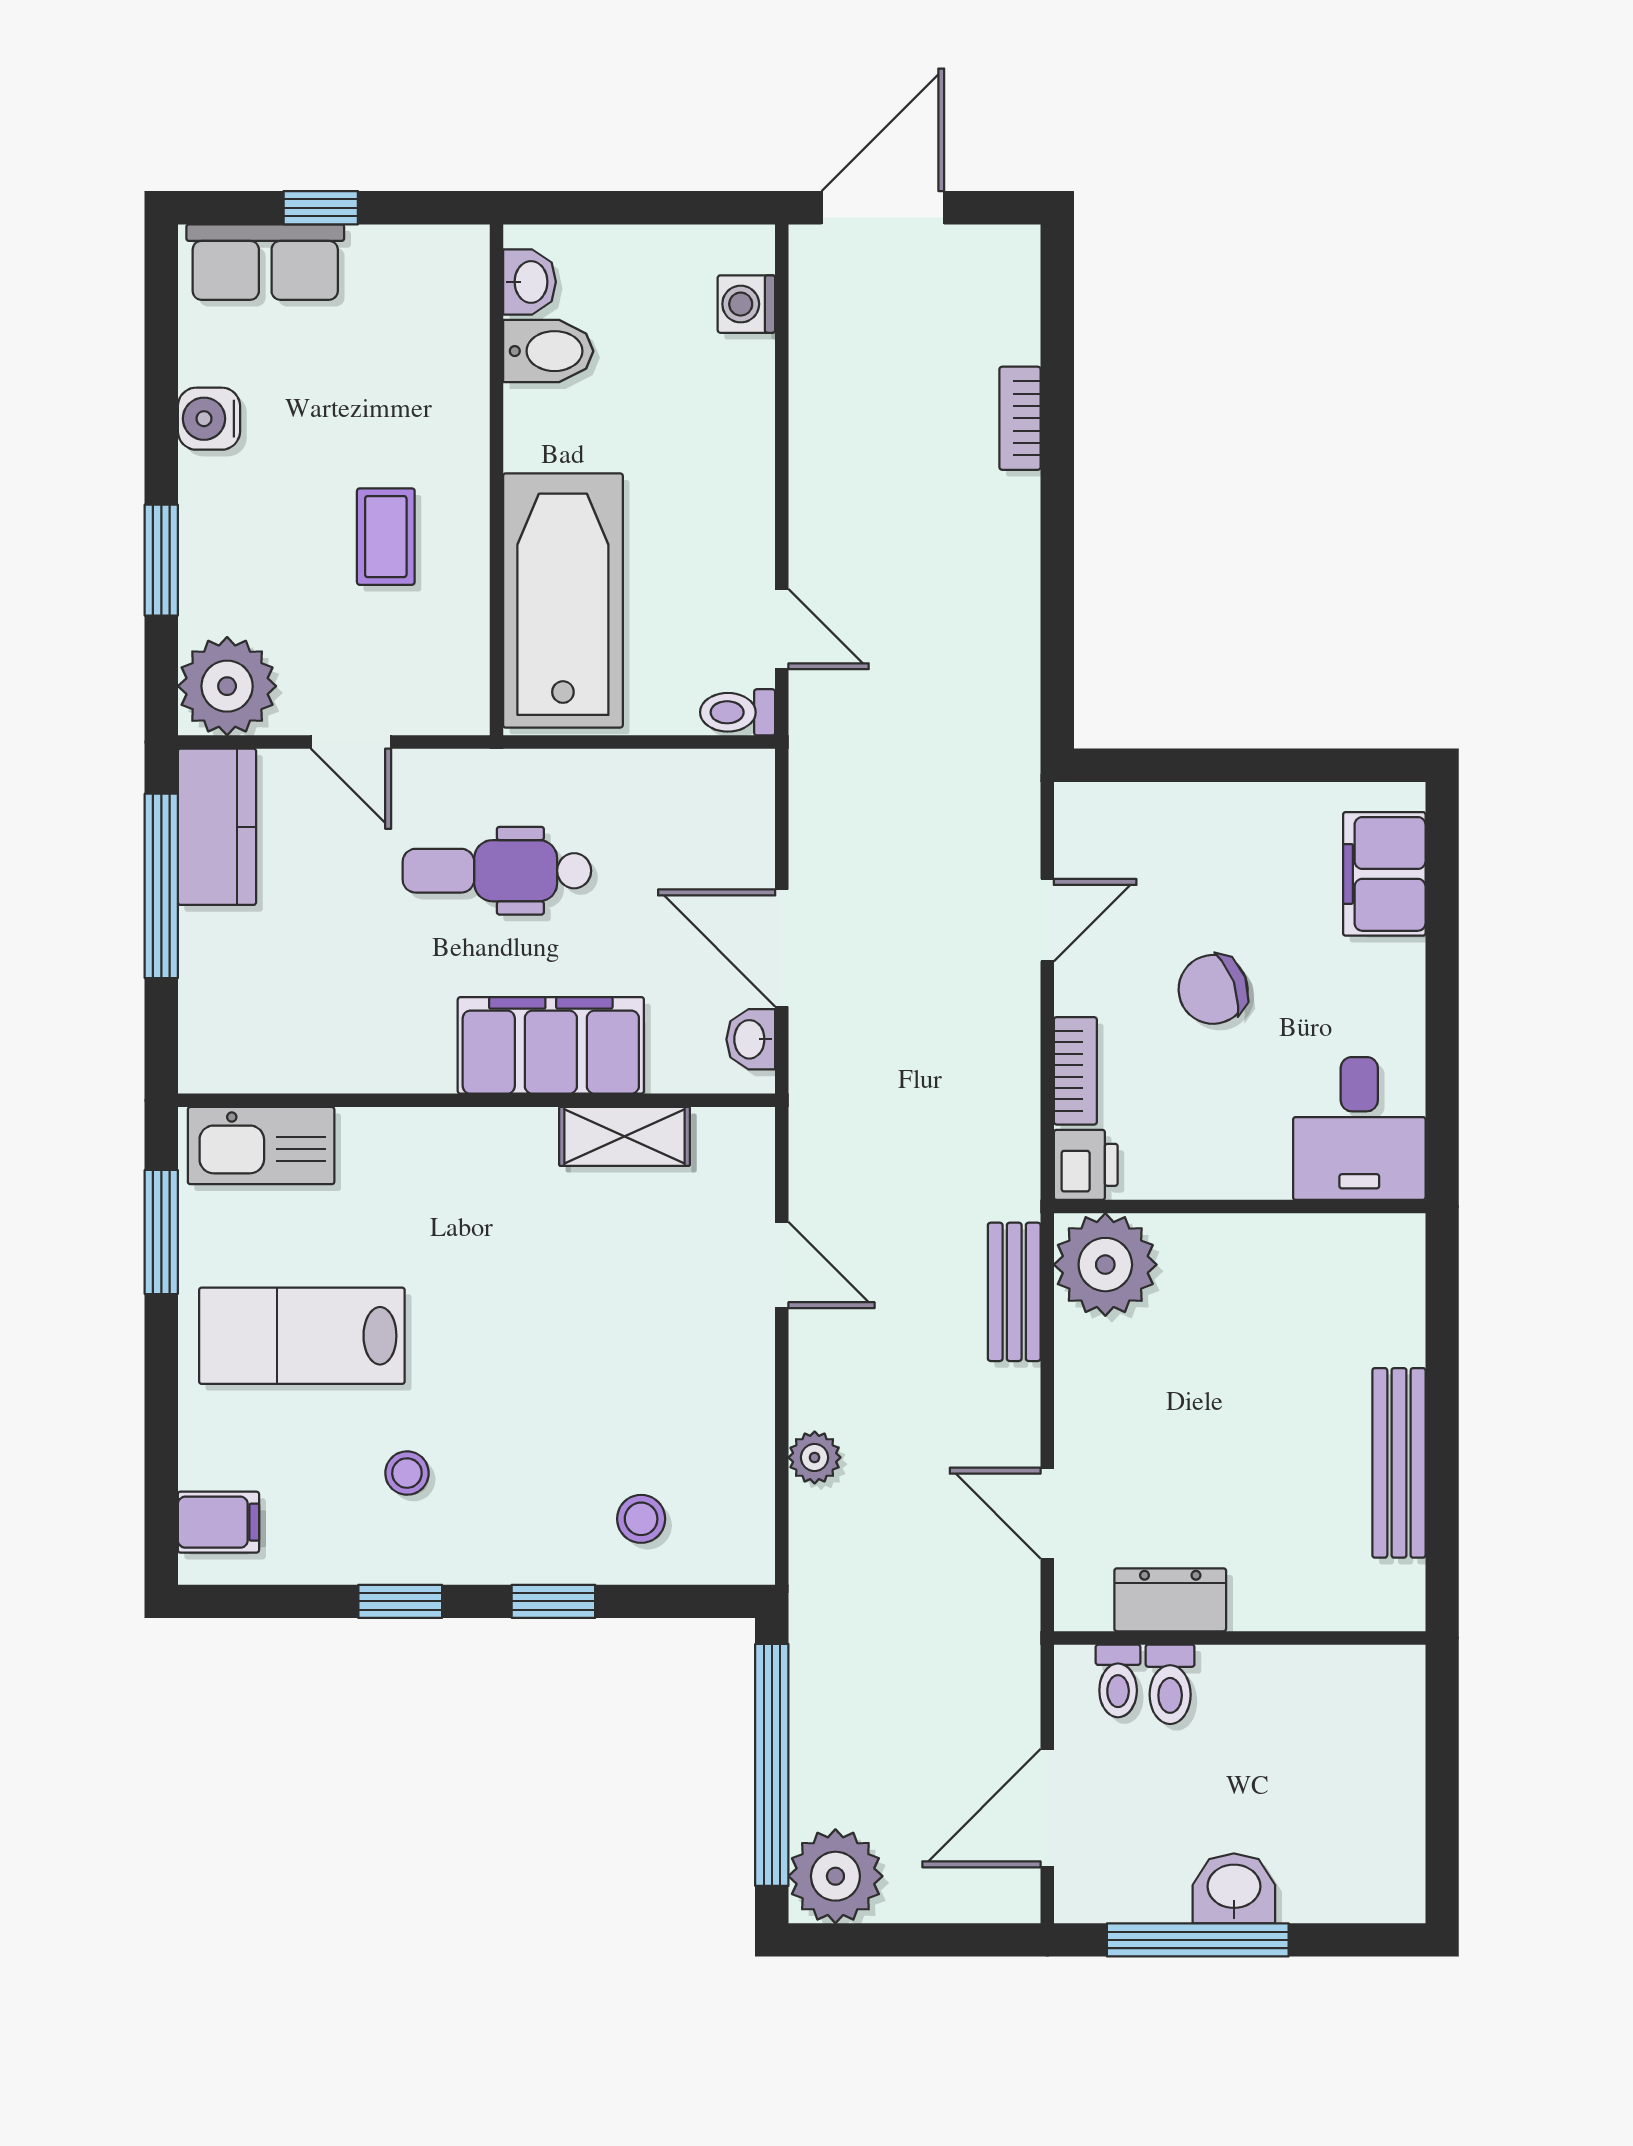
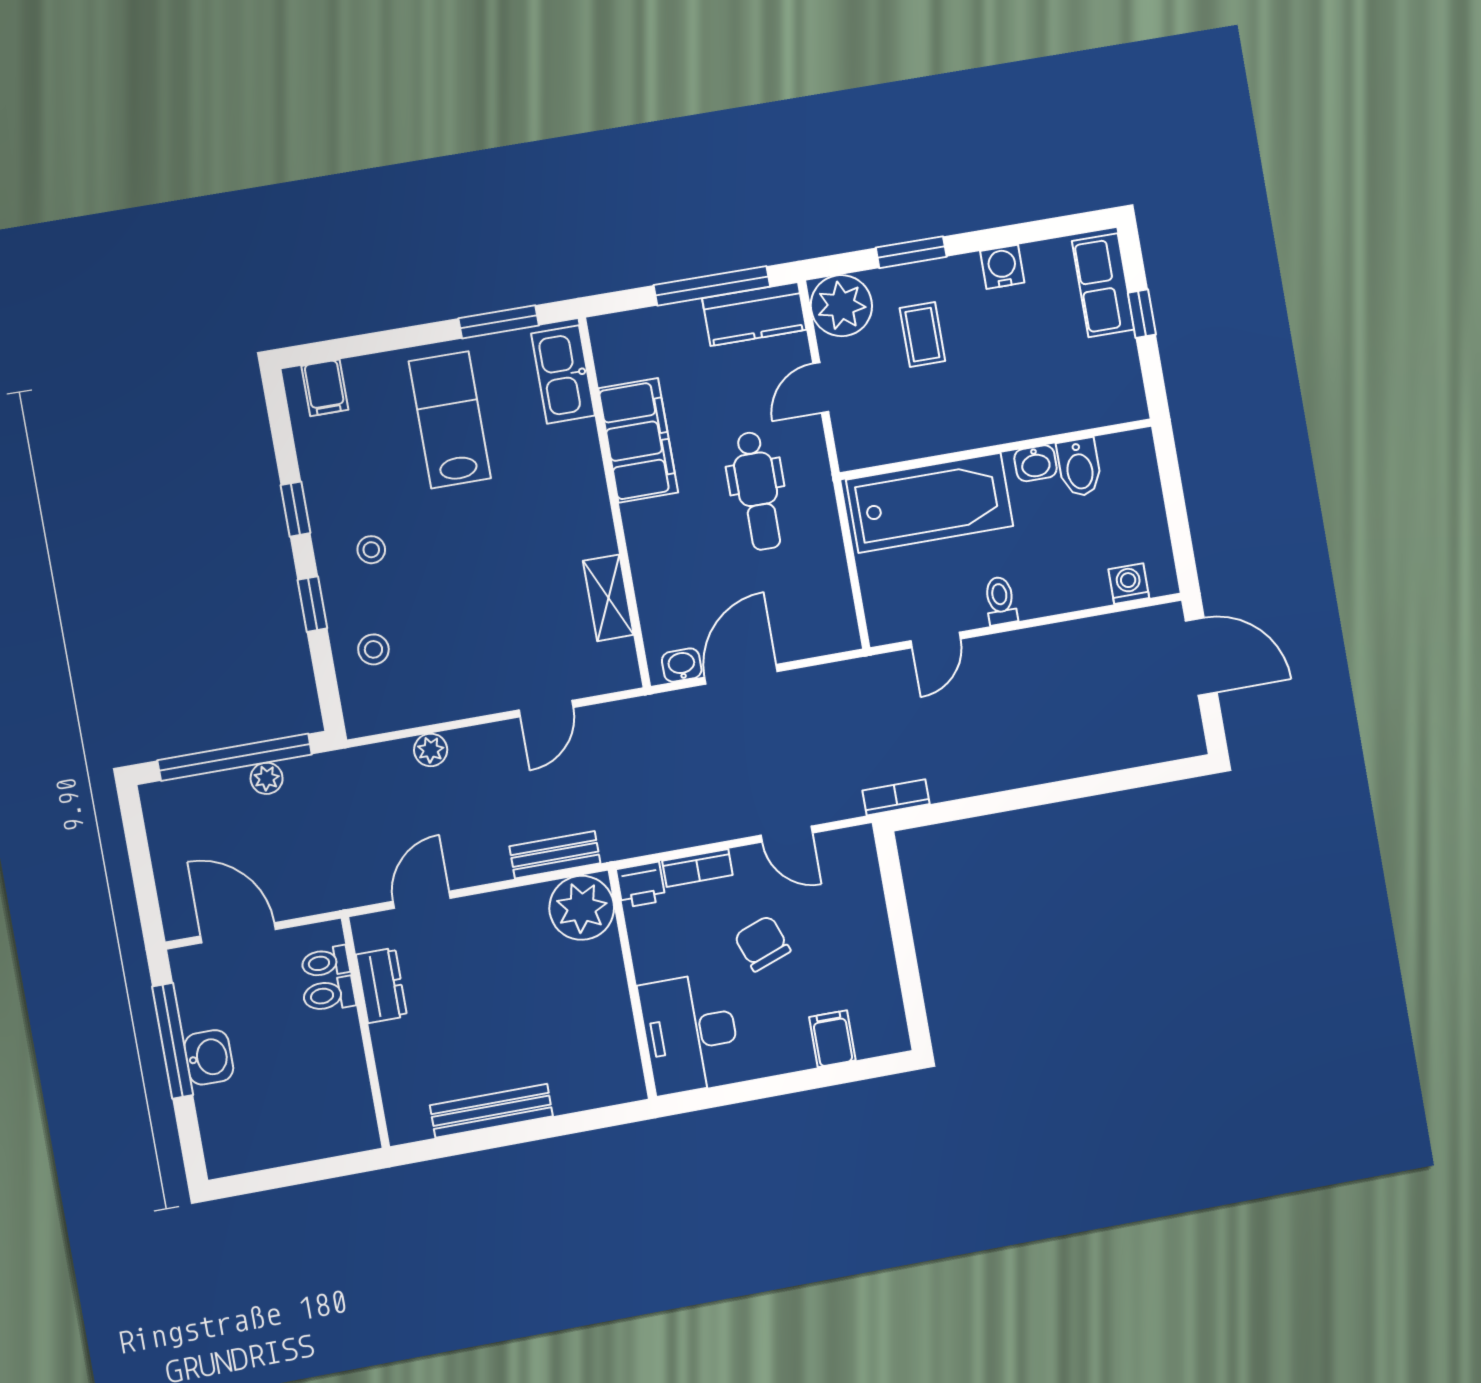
washbasin: (529, 282) -> (1036, 463), moved
bookcase: (1020, 418) -> (896, 797), moved
coffee table: (386, 537) -> (922, 335), moved, turned 90
toilet: (738, 712) -> (1000, 601), moved
dental chair: (497, 871) -> (758, 491), turned 180
filing cabinet: (1384, 874) -> (832, 1039), width x0.50
filing cabinet: (551, 1045) -> (638, 440), moved
desk: (1359, 1128) -> (690, 1033), width x1.37
stool: (407, 1473) -> (371, 550), moved
plant: (835, 1876) -> (267, 778), moved, width x0.53, depth x0.53

